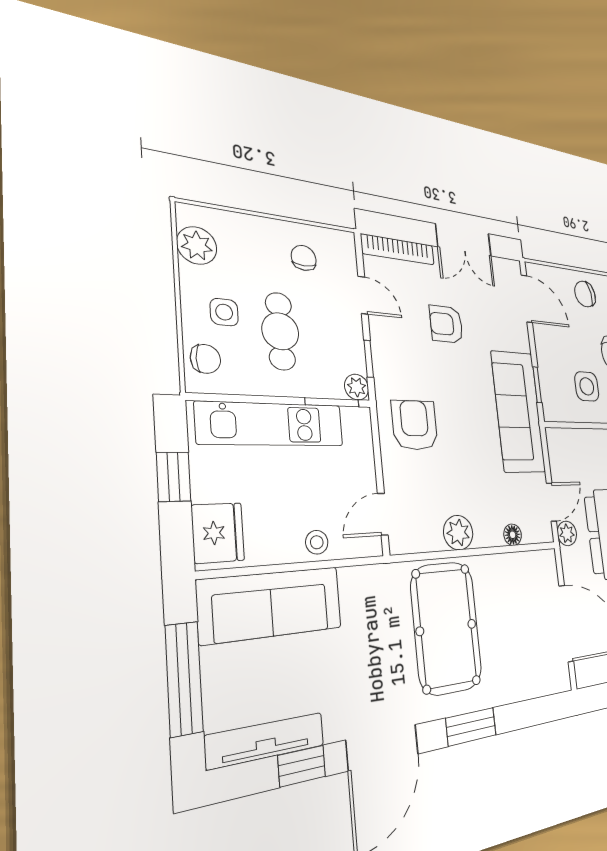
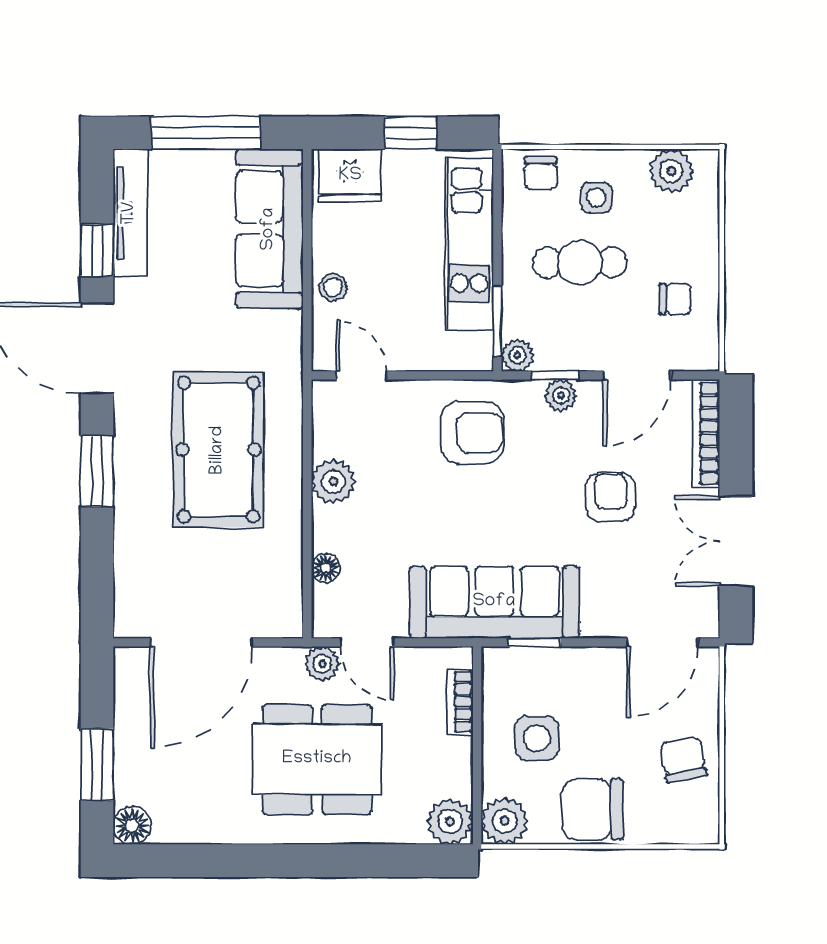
door: (363, 295) -> (637, 375), width x1.38
plant: (382, 355) -> (561, 395), added
bookcase: (575, 437) -> (460, 702), added
pool table: (446, 628) -> (218, 450), turned 90

